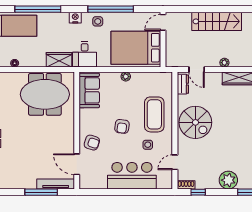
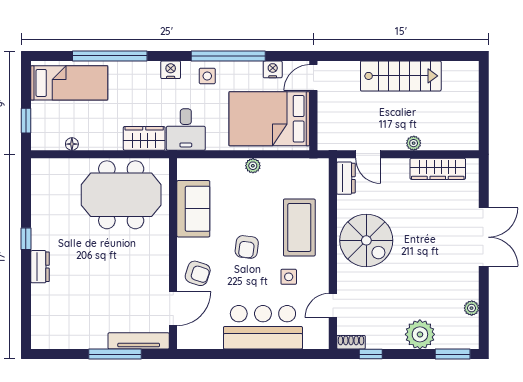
nightstand: (138, 17) -> (273, 69), added
sofa: (89, 90) -> (193, 209), moved
door: (77, 164) -> (173, 309), swing flipped

